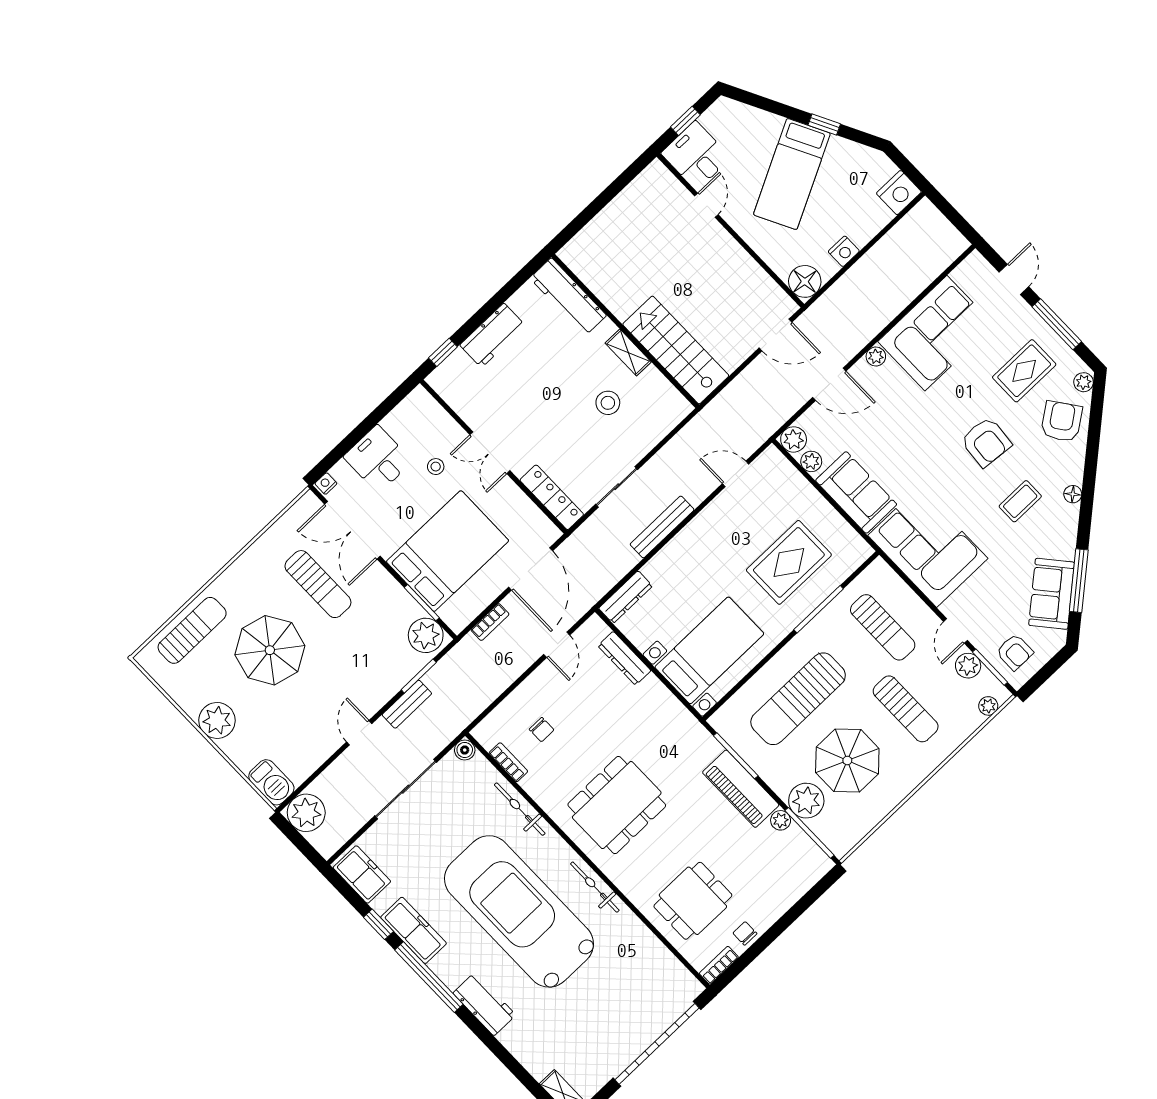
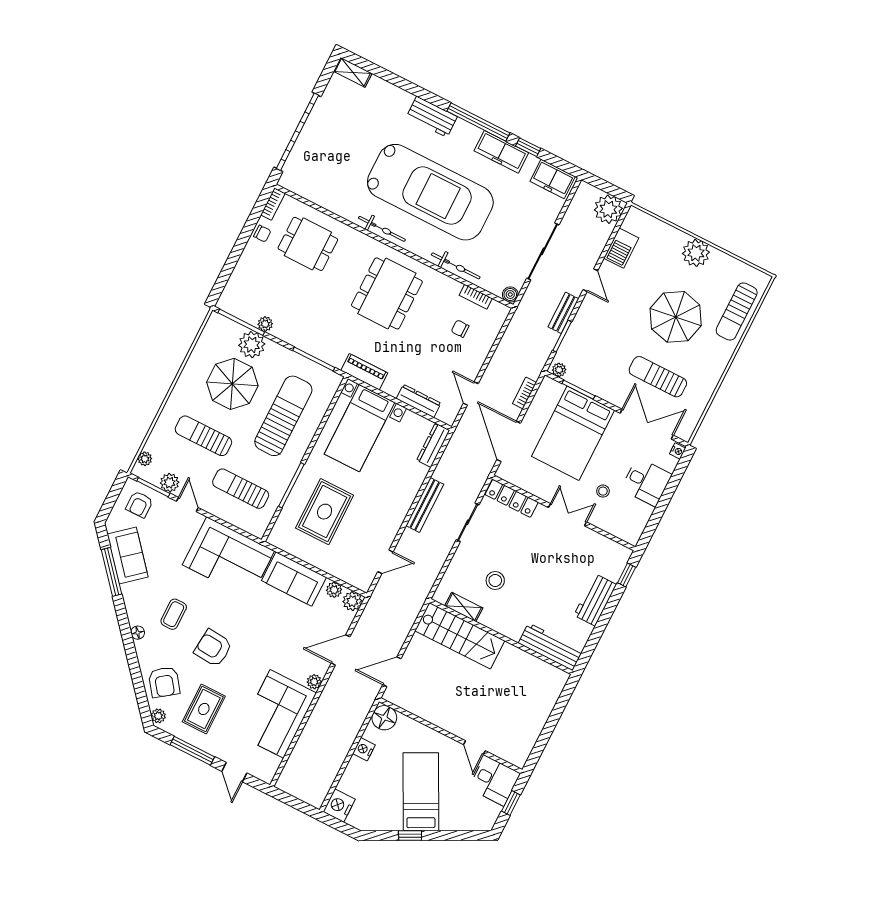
shelving: (628, 352) -> (464, 607), moved
plant: (426, 635) -> (559, 370), width x0.53, depth x0.53
armchair: (1015, 652) -> (139, 504), turned -90
barbecue: (271, 782) -> (621, 248), moved, turned -90
piano: (741, 789) -> (364, 372), moved, width x0.73, depth x0.75
dining table: (693, 901) -> (308, 244), turned 90

